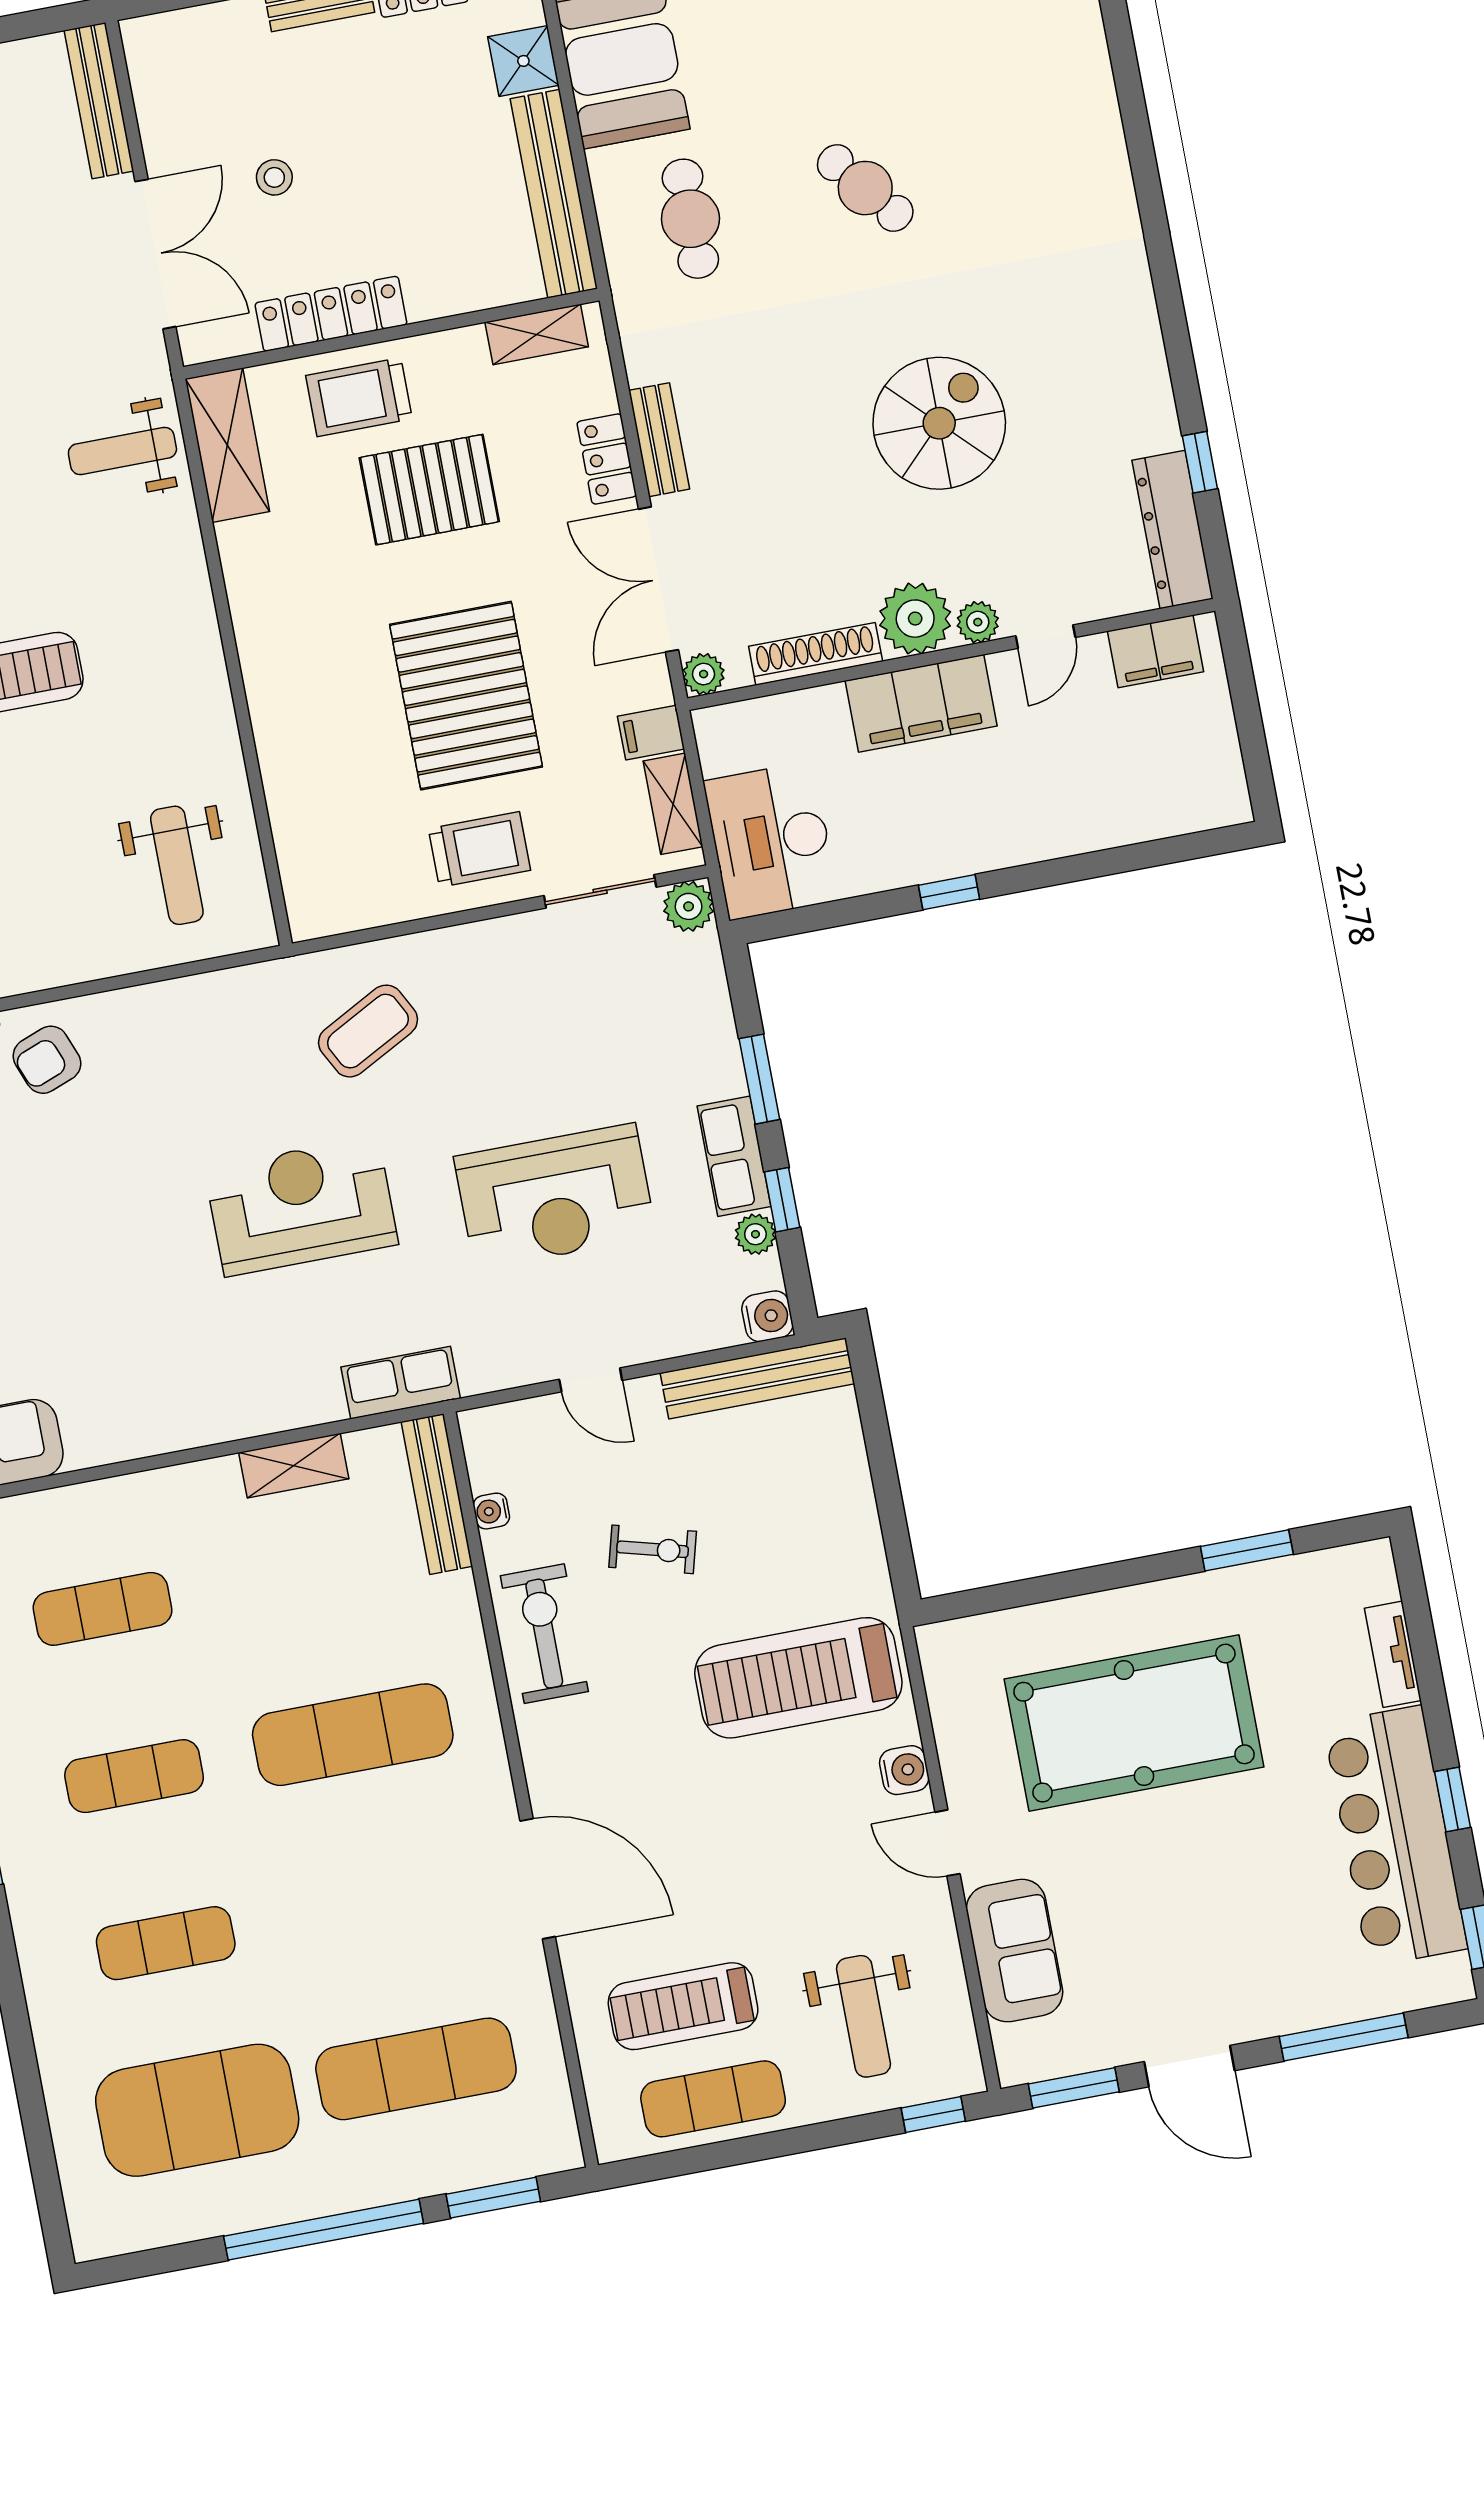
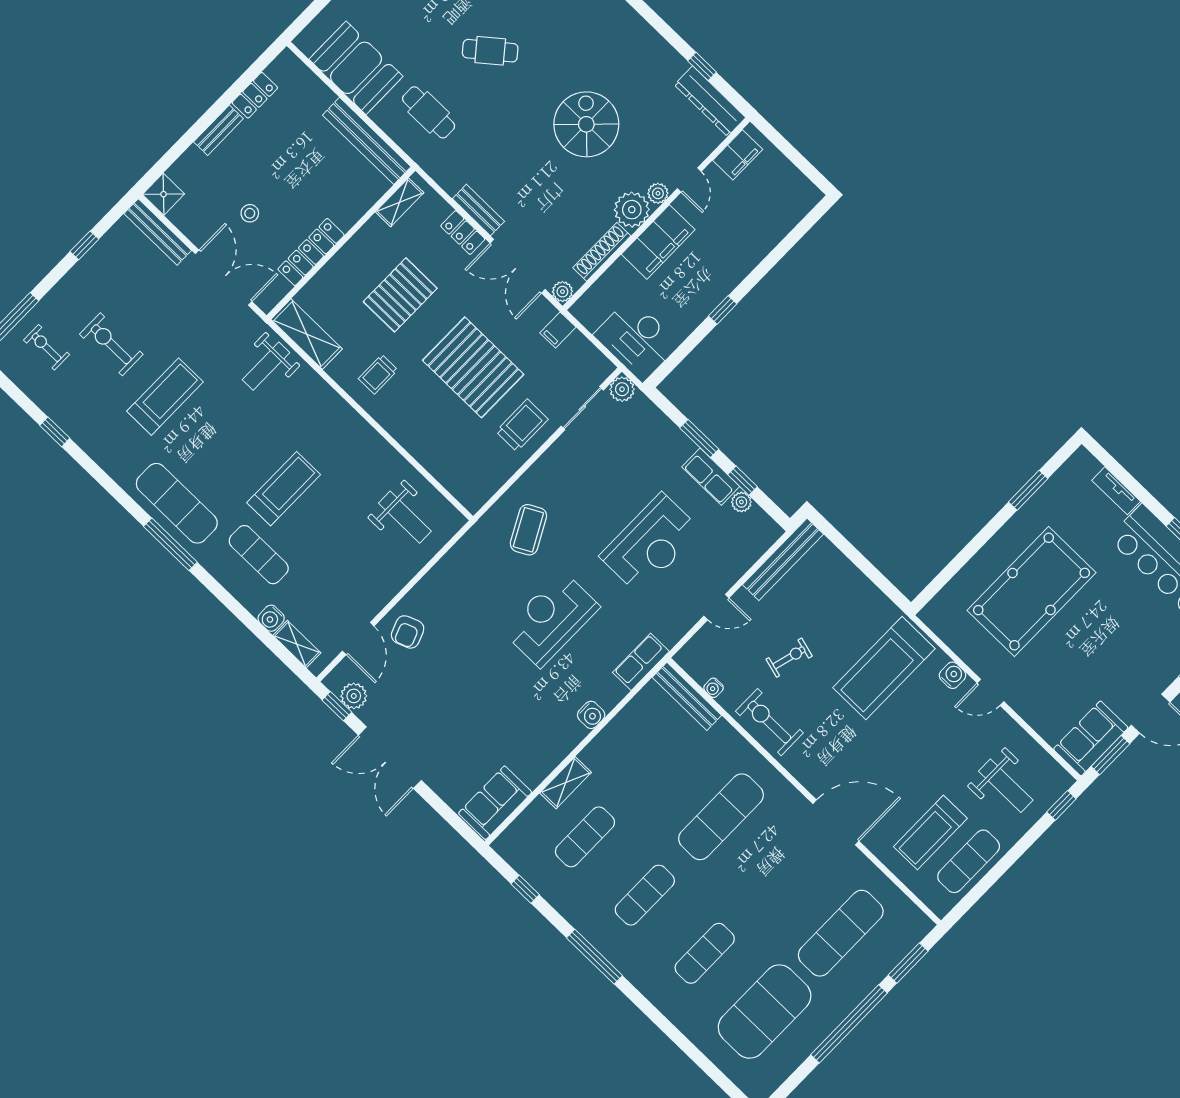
shower: (523, 61) -> (164, 194), moved
trolley: (359, 397) -> (378, 374), moved, width x0.73, depth x0.72
shelving: (673, 804) -> (587, 352), removed
water cooler: (767, 1316) -> (591, 715), moved, turned 90
shelving: (294, 1466) -> (566, 783), moved
sofa: (1014, 1951) -> (1091, 738), moved, turned -90

